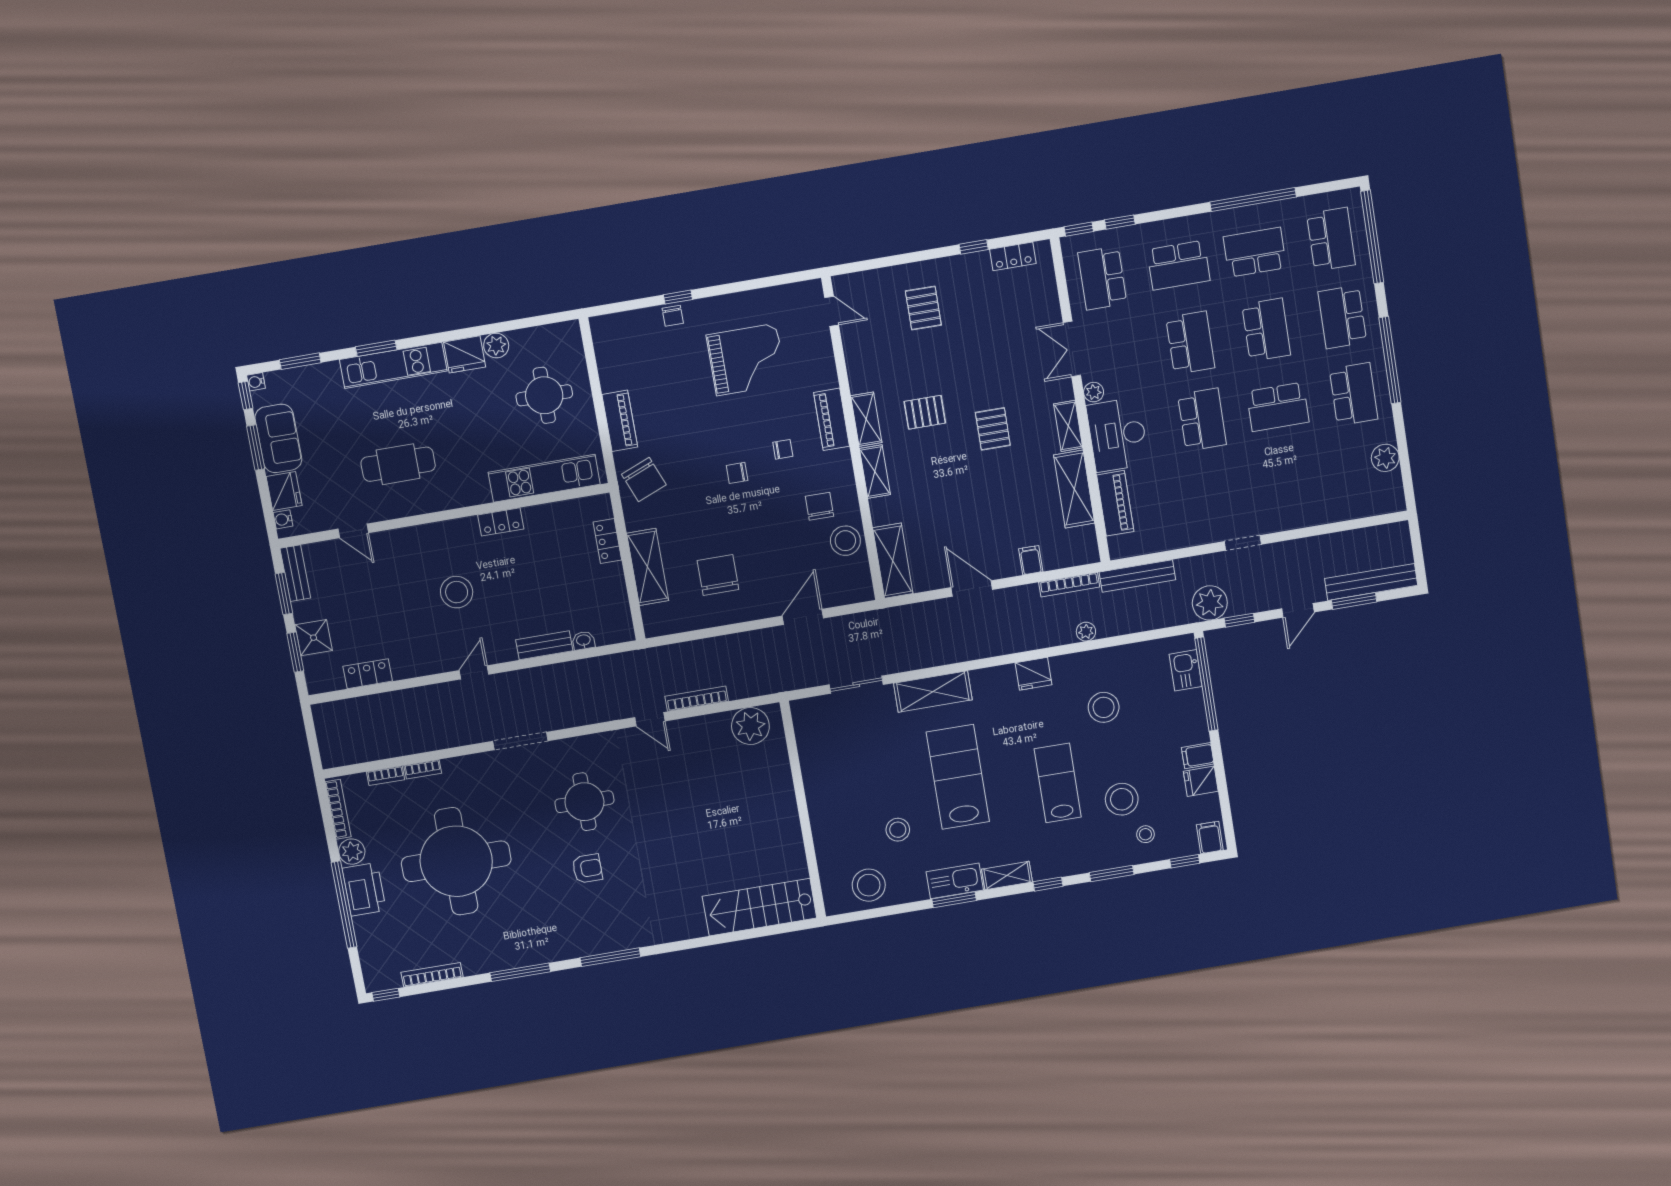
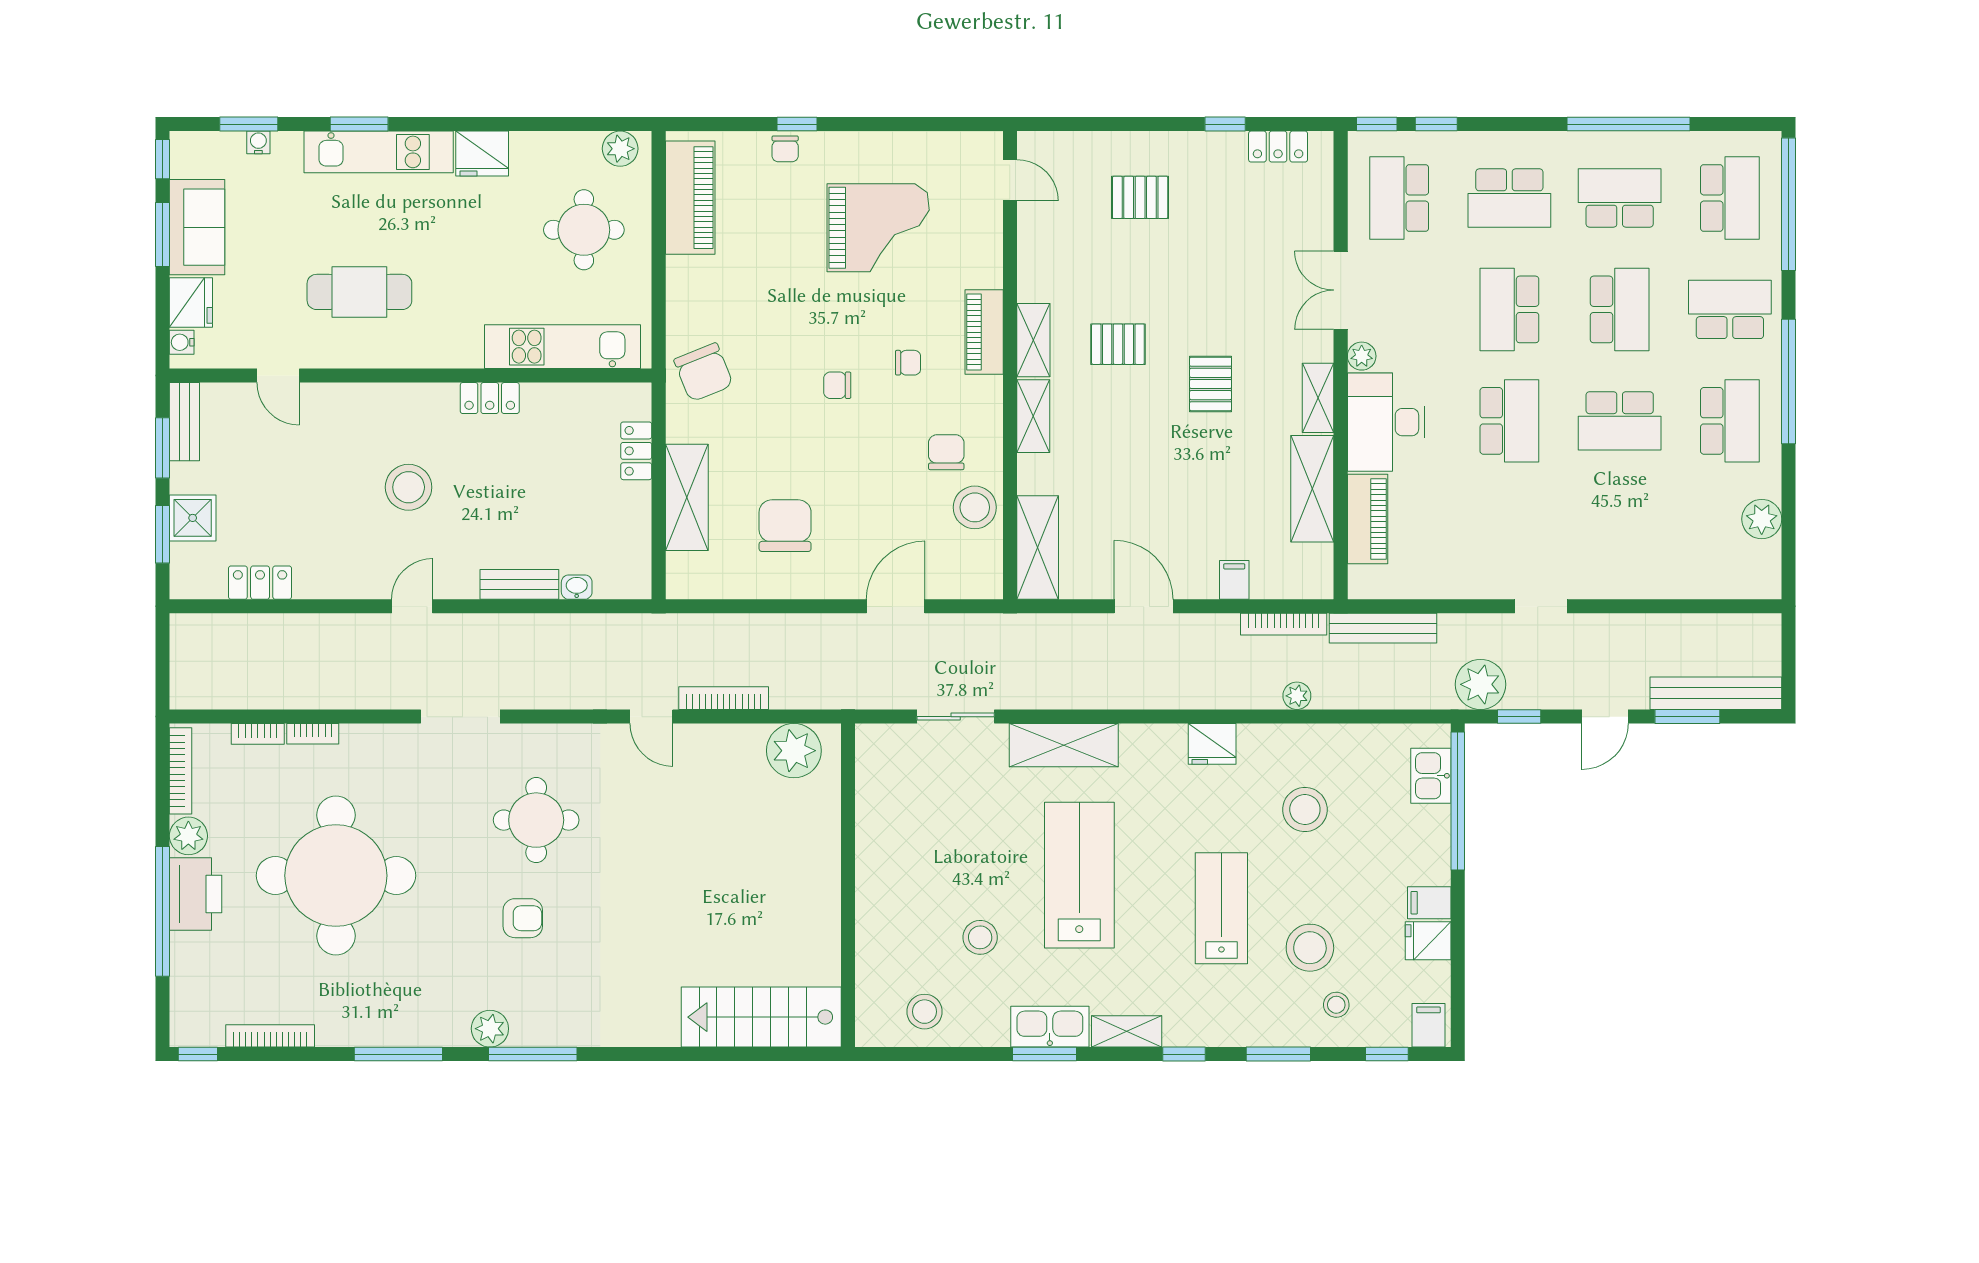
pallet: (923, 308) -> (1140, 197), turned 90
school desk: (1342, 317) -> (1730, 309), turned 90
school desk: (1190, 343) -> (1509, 309), turned 180
plant: (496, 346) -> (620, 149), moved
water cooler: (256, 382) -> (258, 142), moved, turned 90
piano: (620, 421) -> (690, 198), moved, width x1.37, depth x1.33
stool: (869, 885) -> (925, 1012), width x0.73, depth x0.73
plant: (579, 945) -> (490, 1029), added

